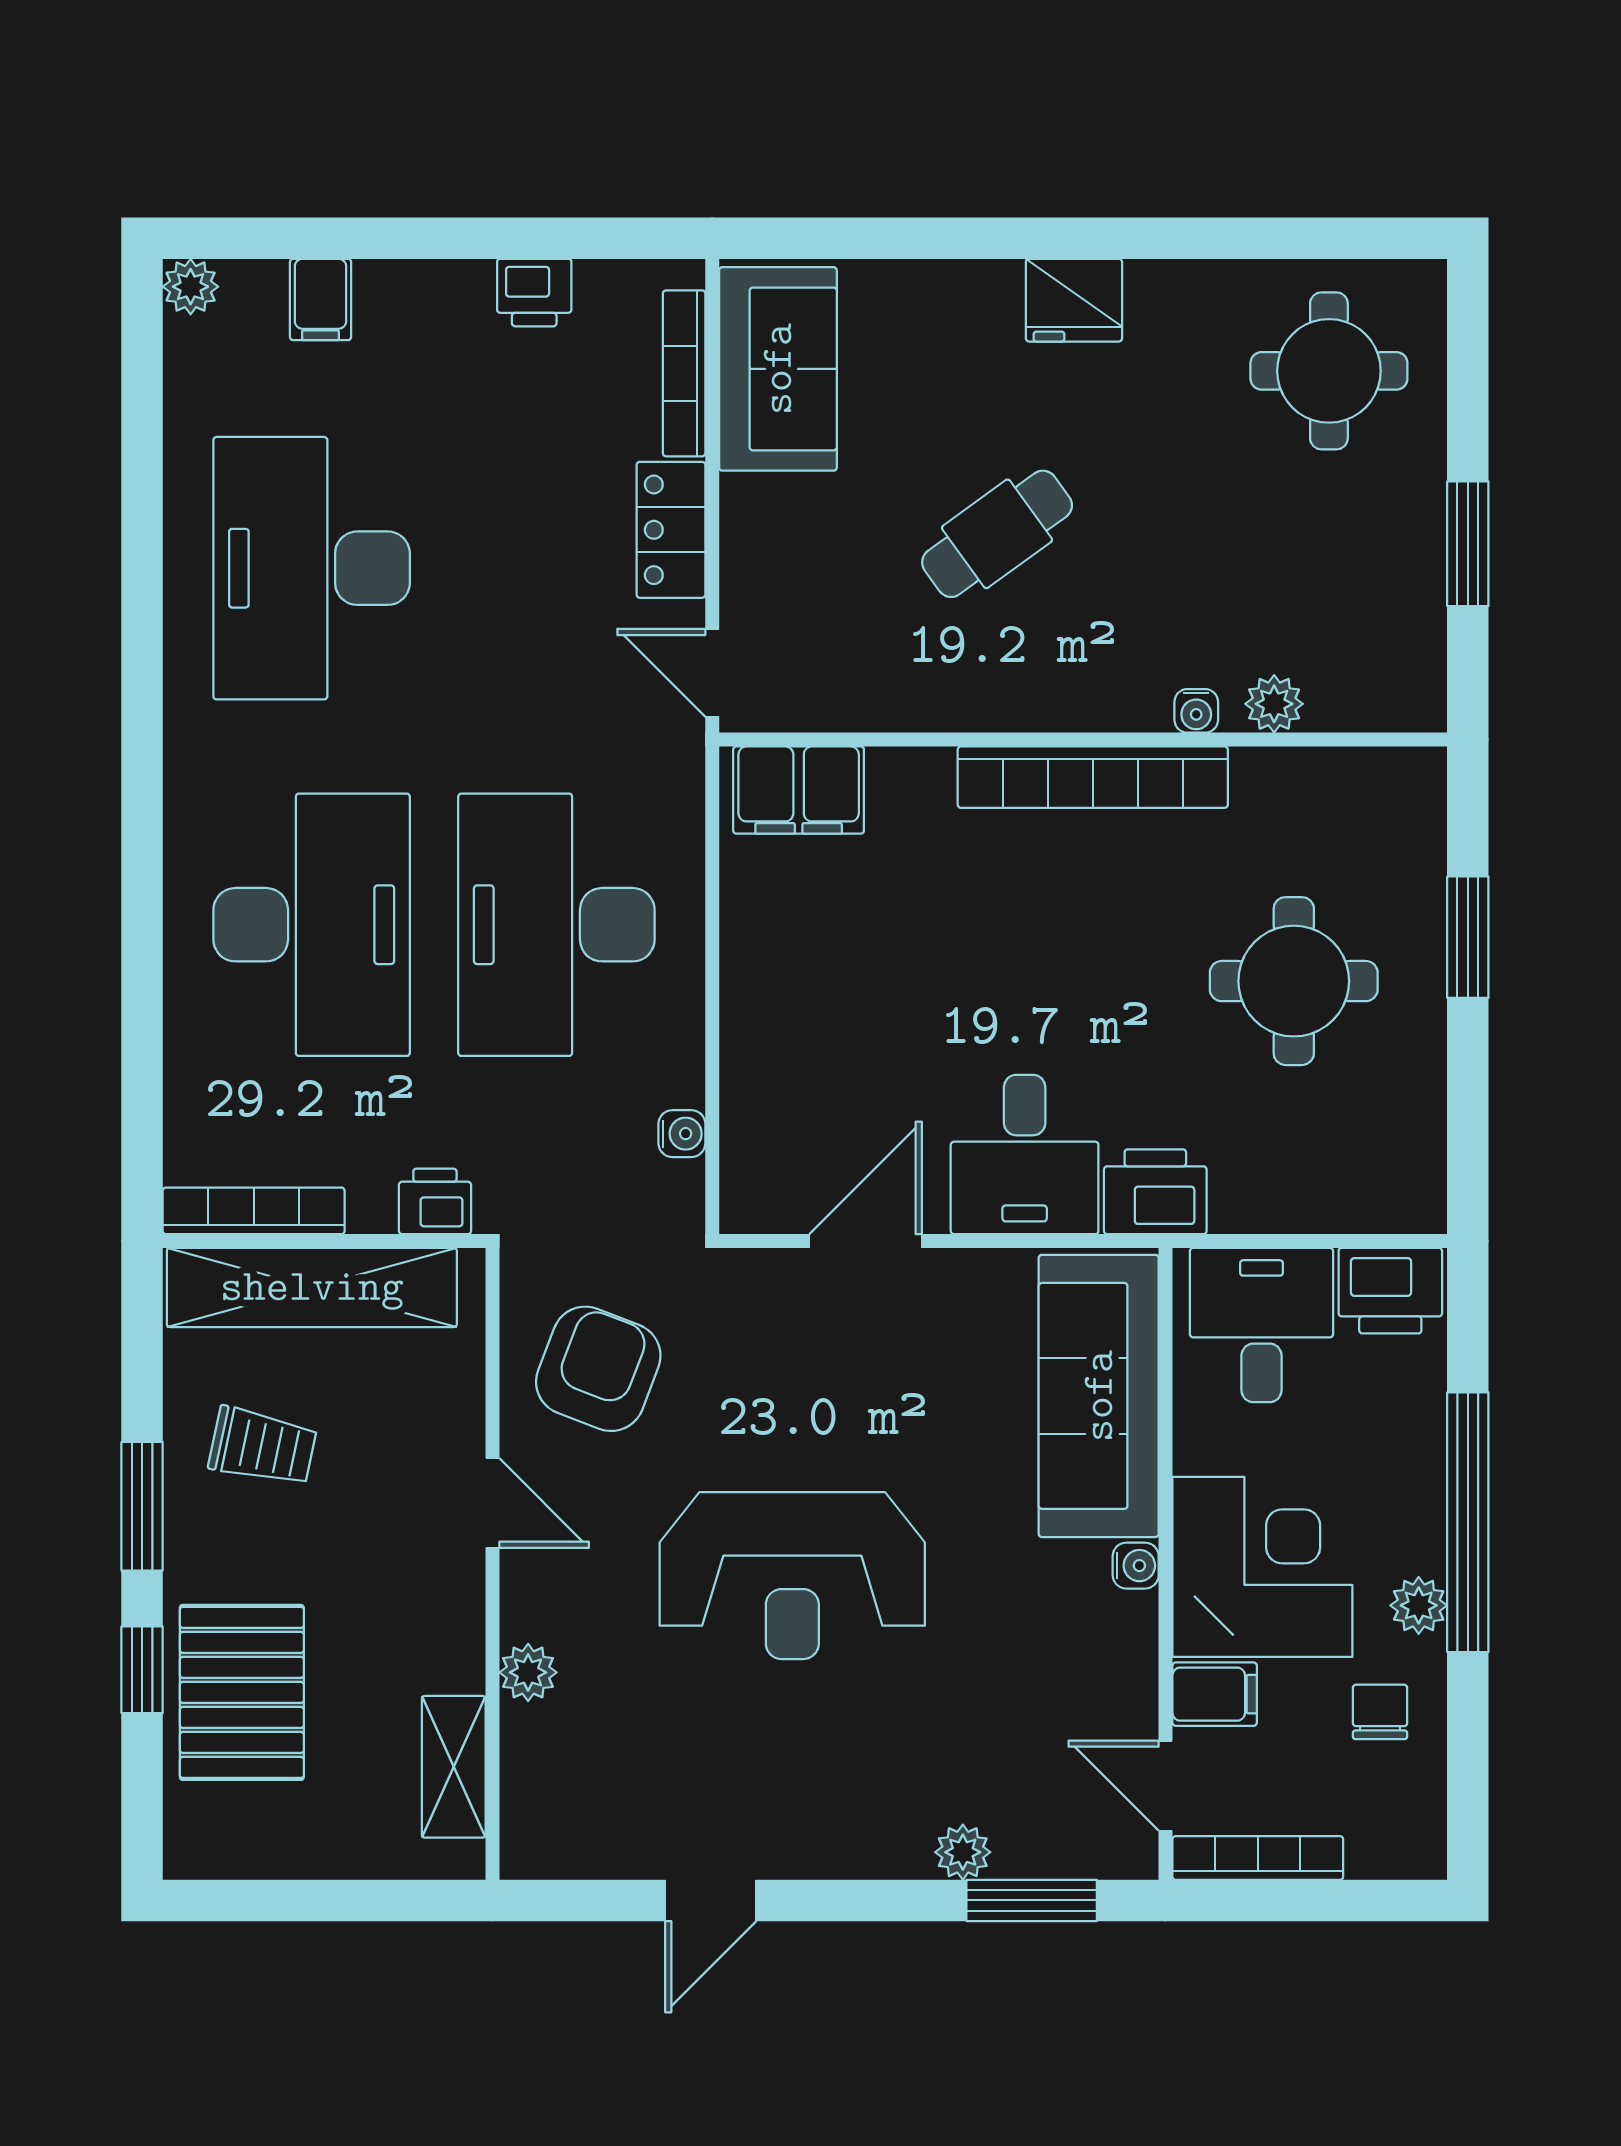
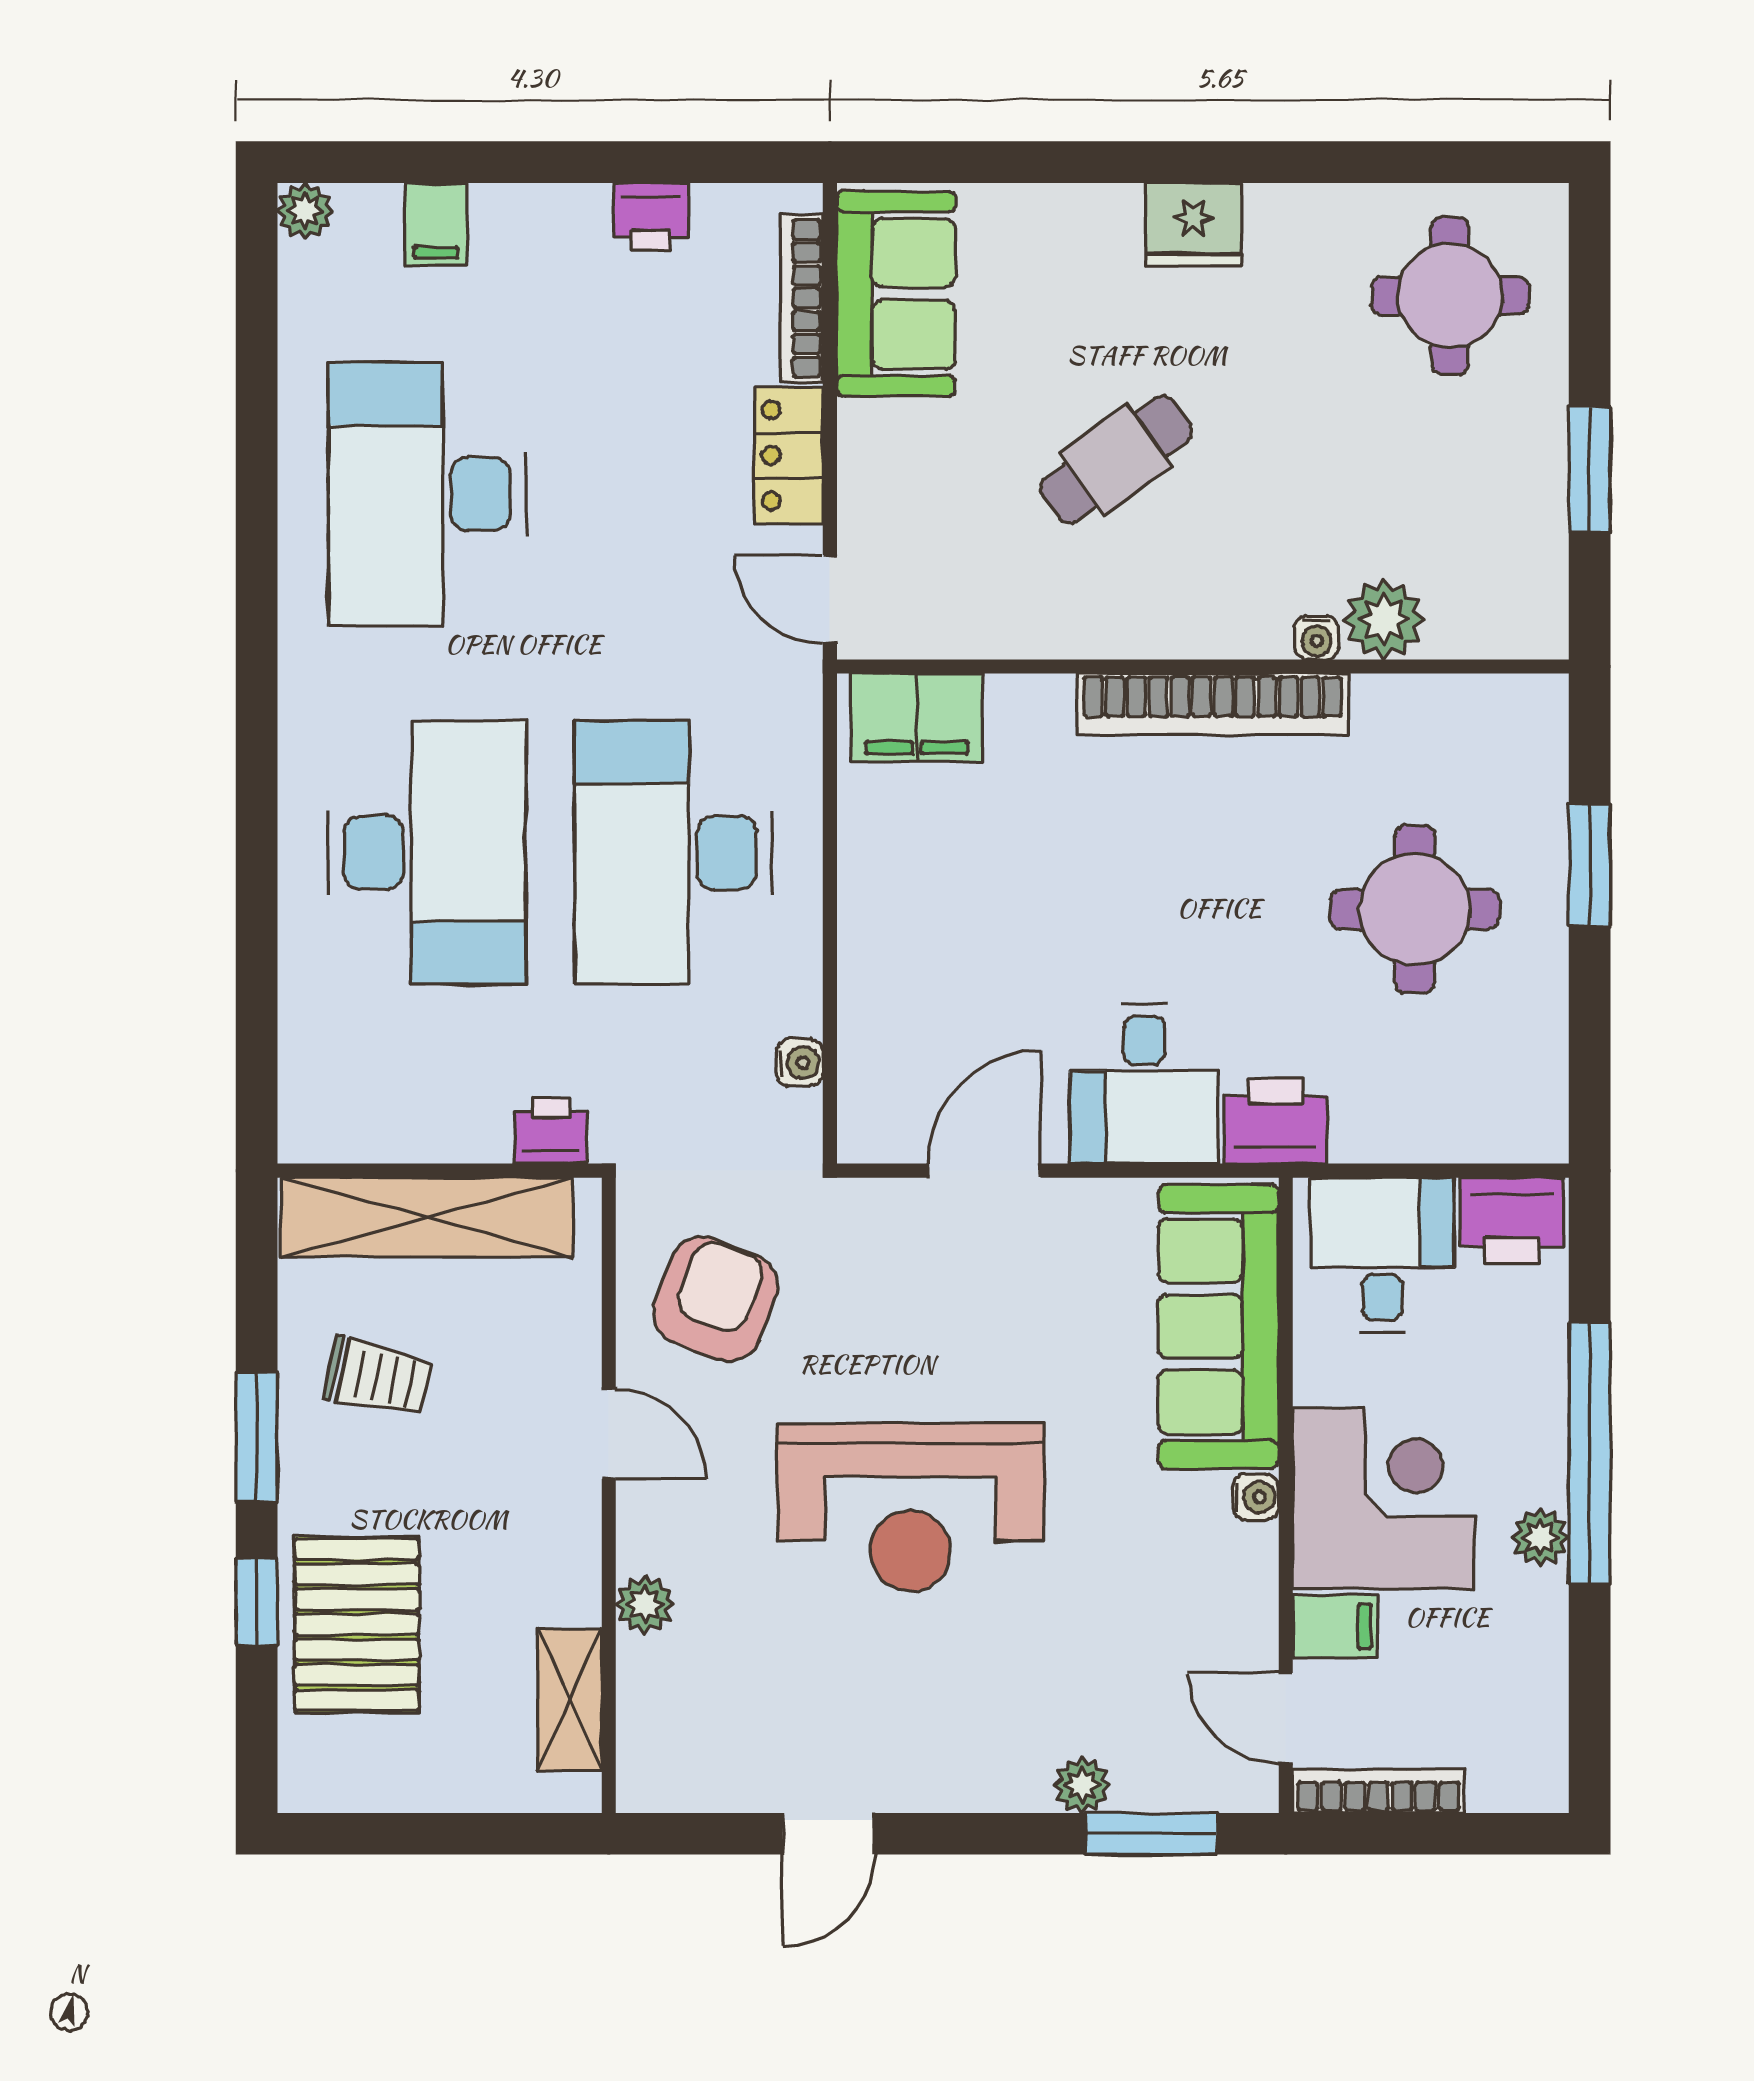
plant: (1274, 704) -> (1384, 620), width x1.38, depth x1.38
bookcase: (254, 1211) -> (369, 1140), removed
chair: (1380, 1712) -> (1501, 1644), removed

